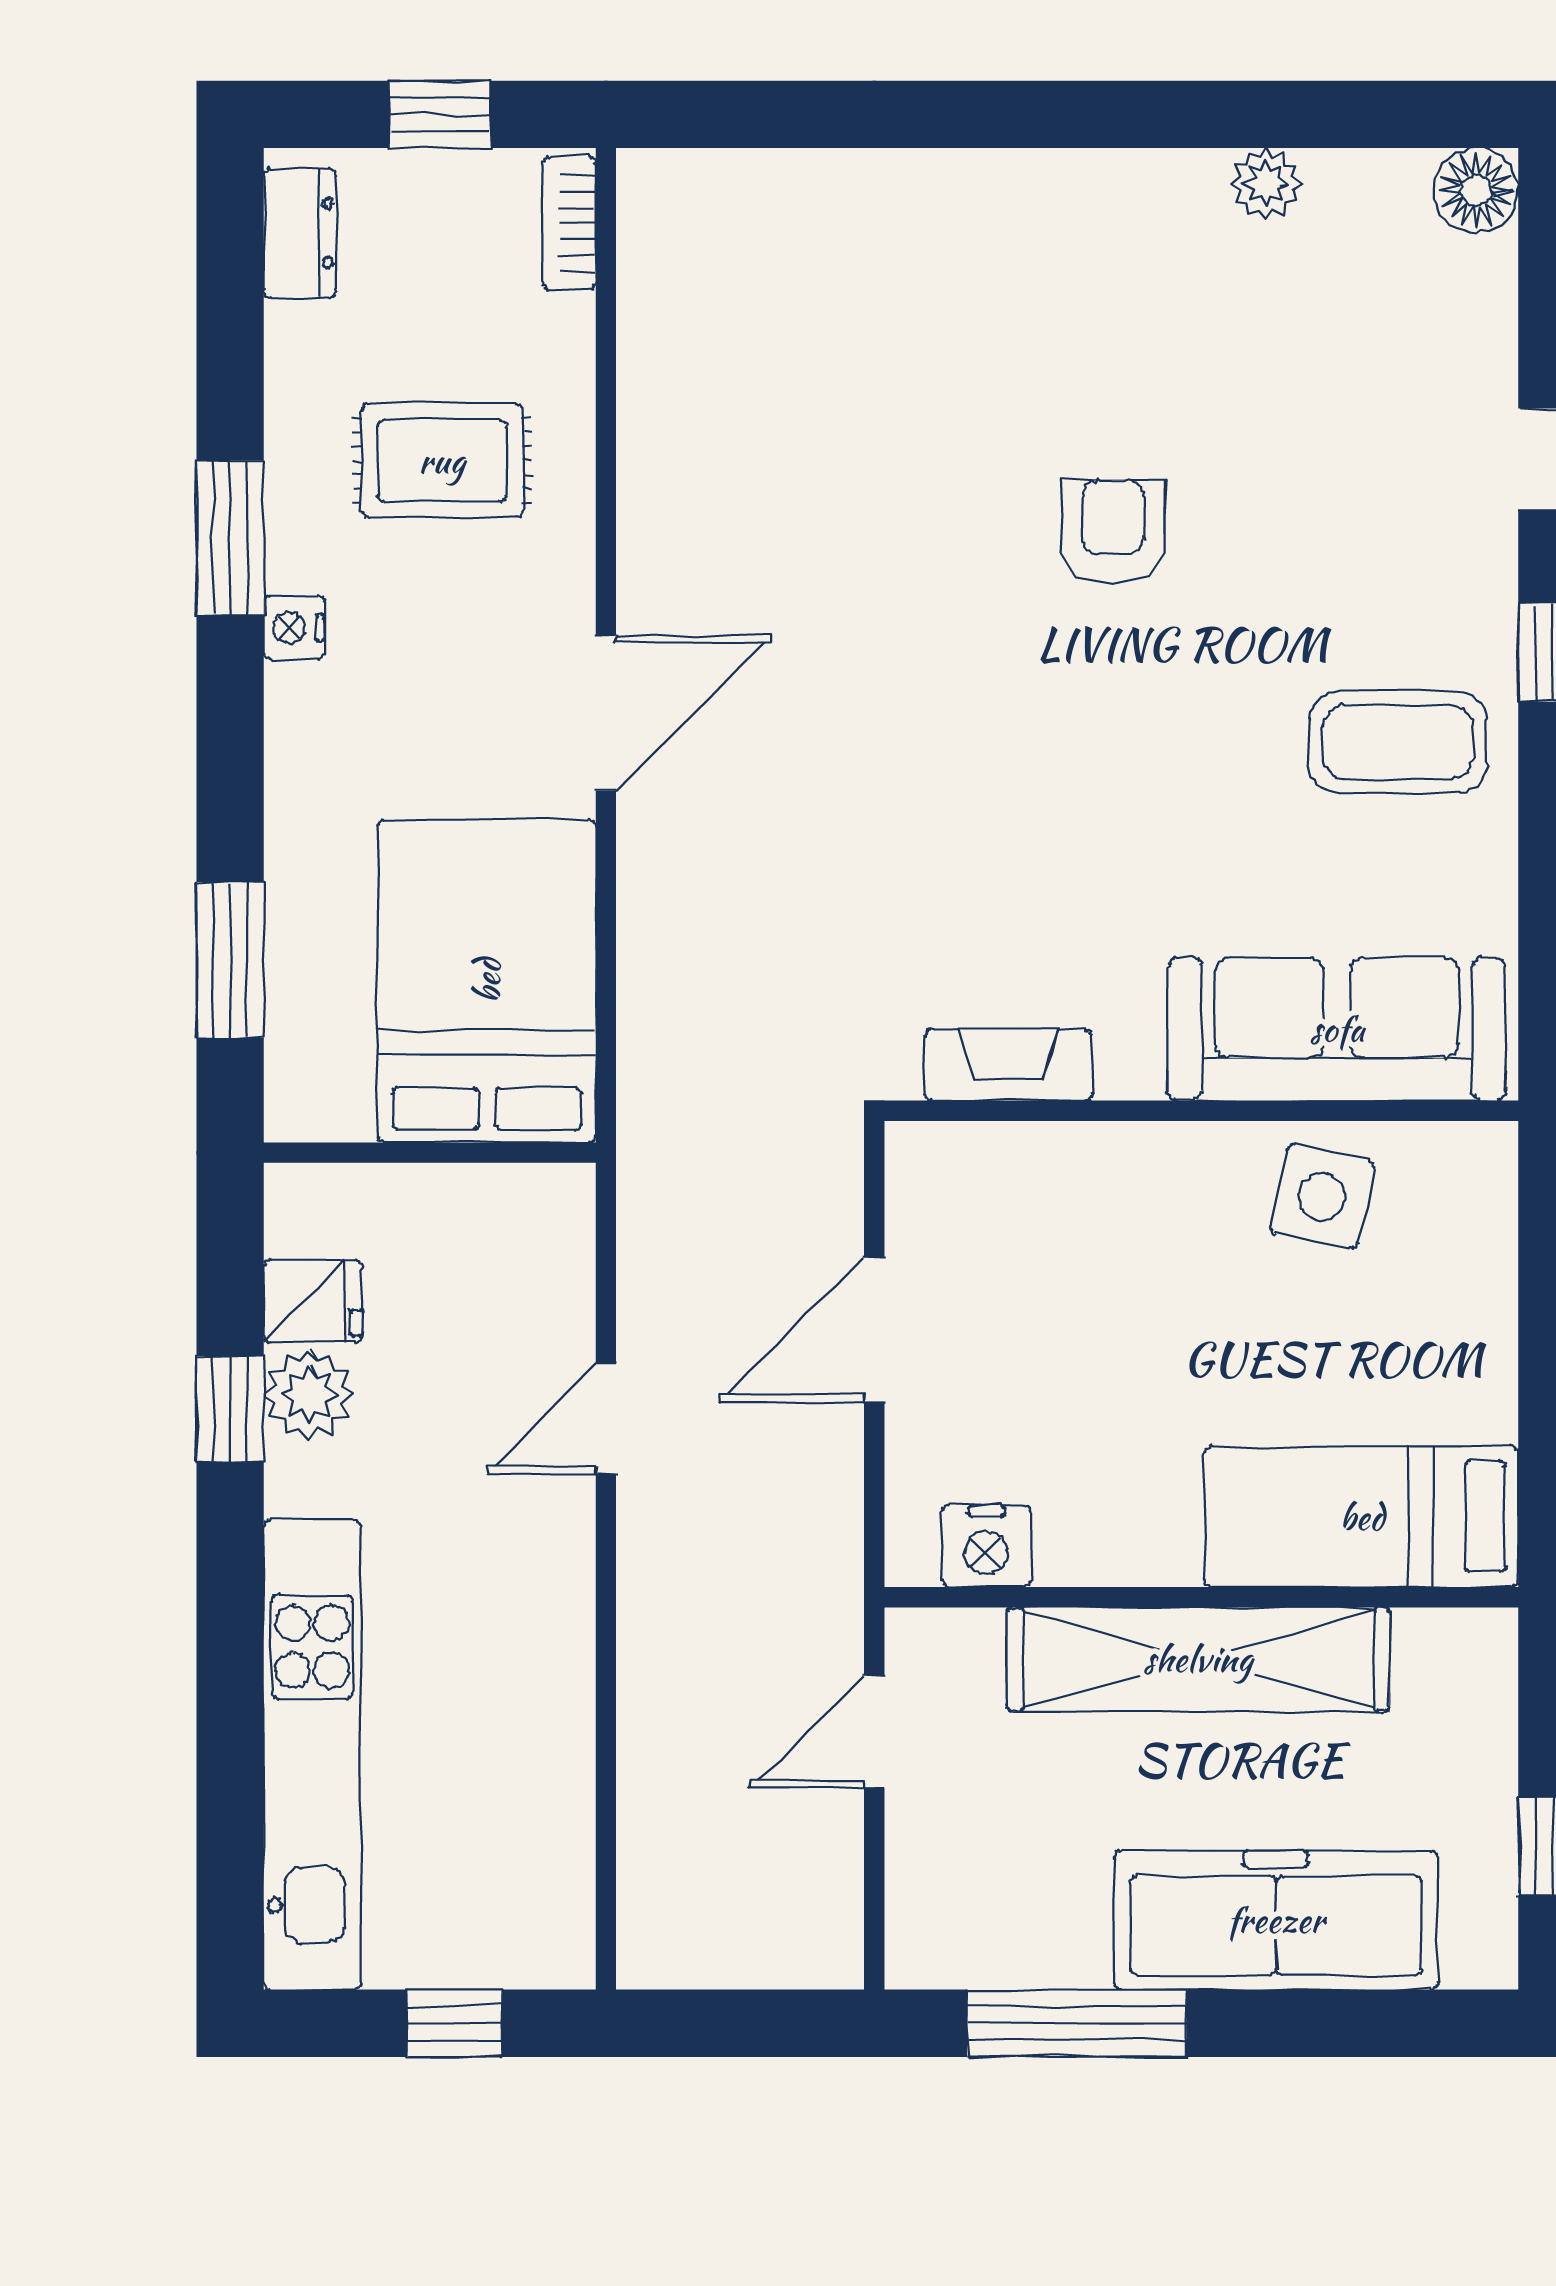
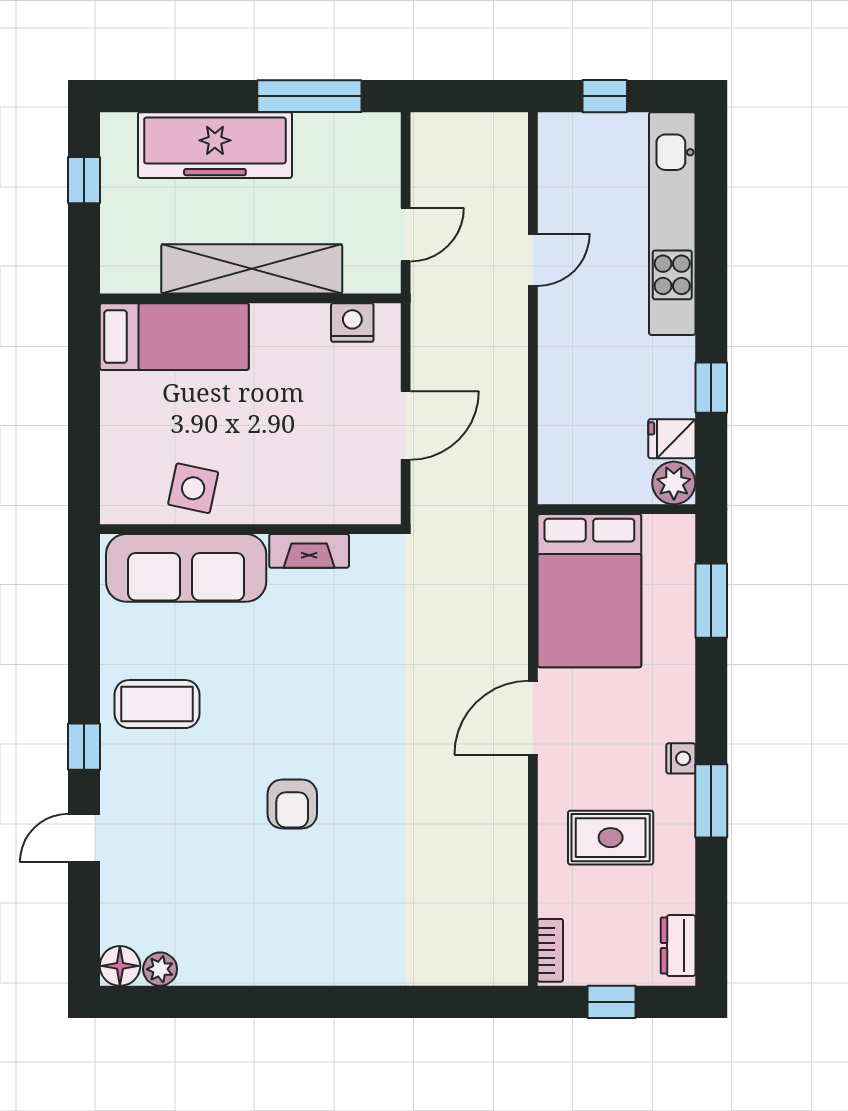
plant: (1266, 183) -> (160, 969), moved
fireplace: (1009, 1065) -> (309, 551), moved
plant: (309, 1395) -> (674, 483), moved
door: (606, 1419) -> (533, 260), moved

